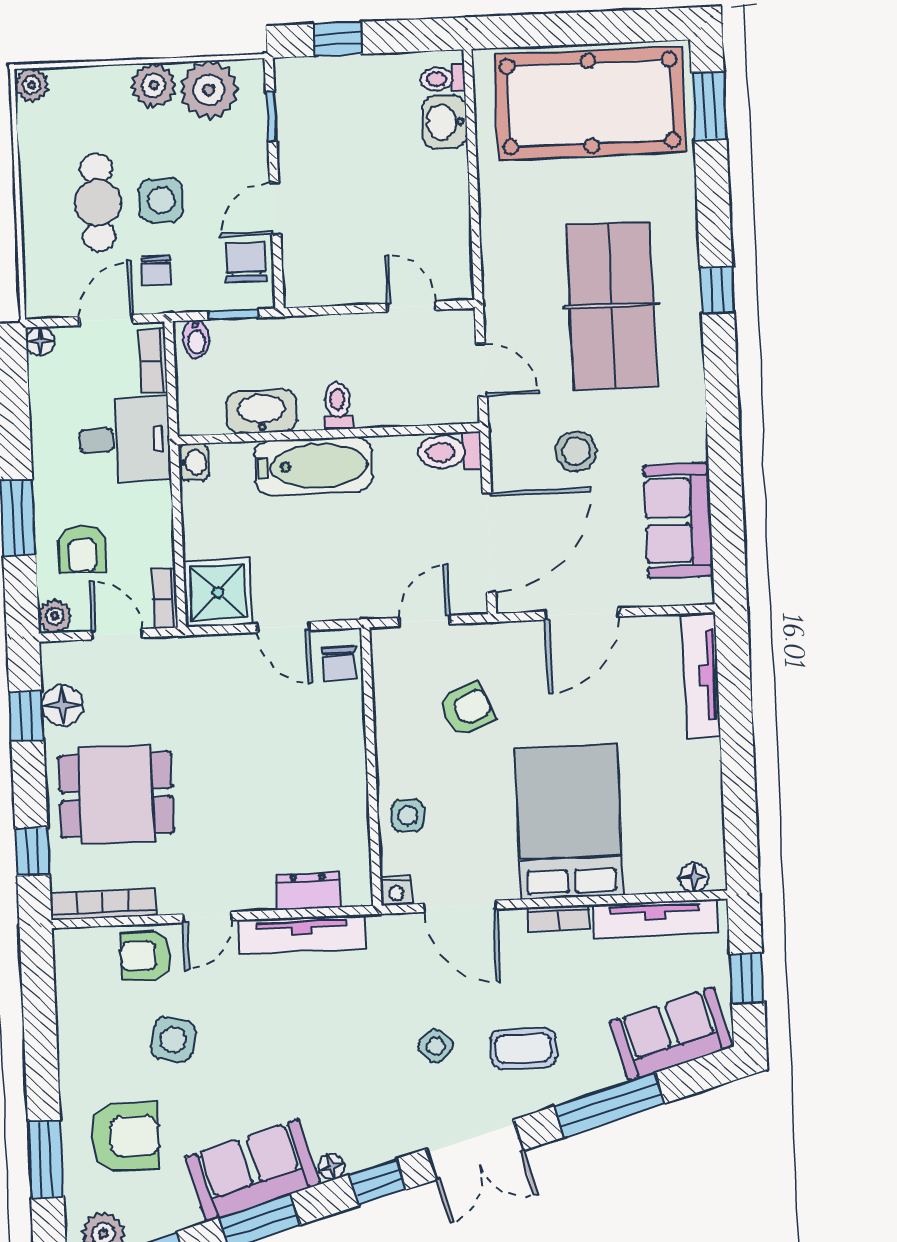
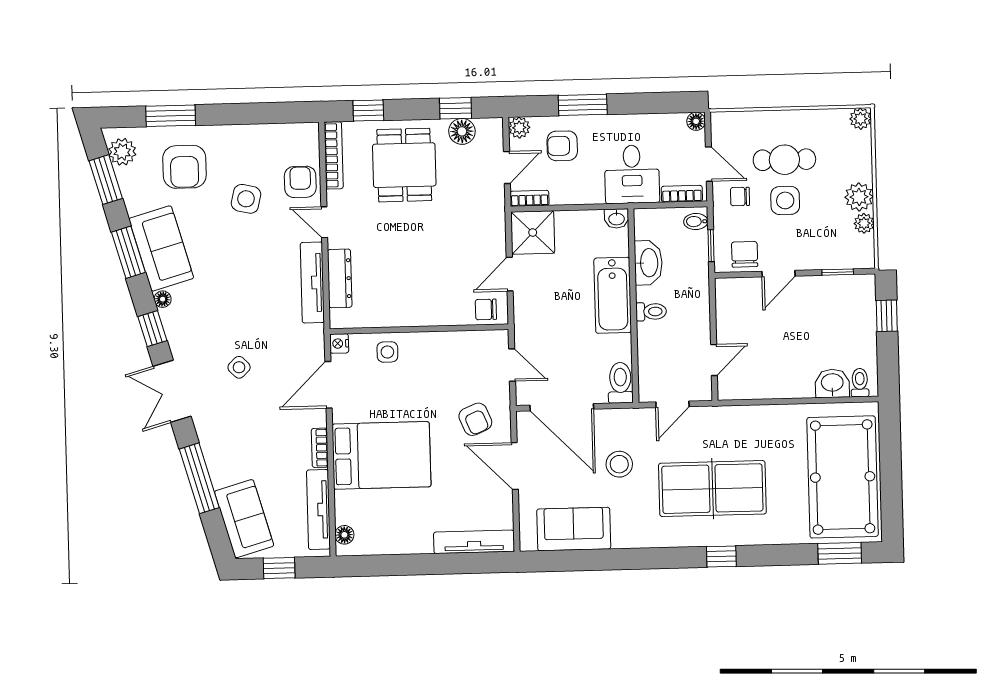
plant: (209, 90) -> (864, 223), width x0.53, depth x0.53
door: (275, 209) -> (779, 274), swing flipped
chair: (246, 262) -> (745, 254), turned -90
armchair: (467, 709) -> (475, 419), moved
dresser: (308, 891) -> (340, 278), width x1.44
coffee table: (523, 1048) -> (237, 424), removed

